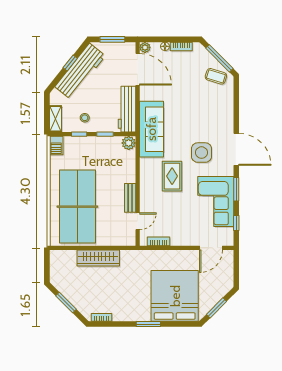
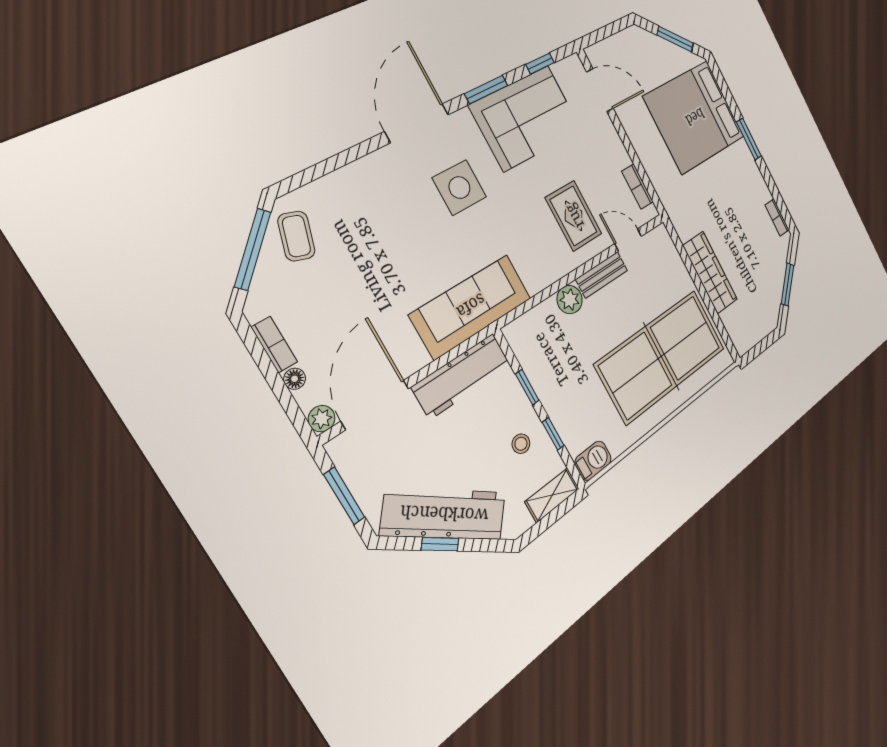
plant: (129, 143) -> (570, 300), moved
rug: (172, 176) -> (574, 216), moved, turned 90

